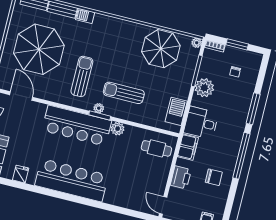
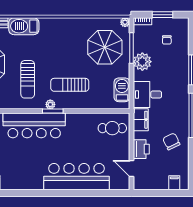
barbecue: (85, 16) -> (24, 26), width x1.88, depth x1.53
parasol: (161, 49) -> (105, 47), moved
sun lounger: (82, 76) -> (28, 79), turned 180
plant: (118, 129) -> (72, 119), removed
chair: (214, 177) -> (171, 141), turned -116
bar counter: (72, 180) -> (77, 177), moved
door: (163, 205) -> (132, 169), moved

